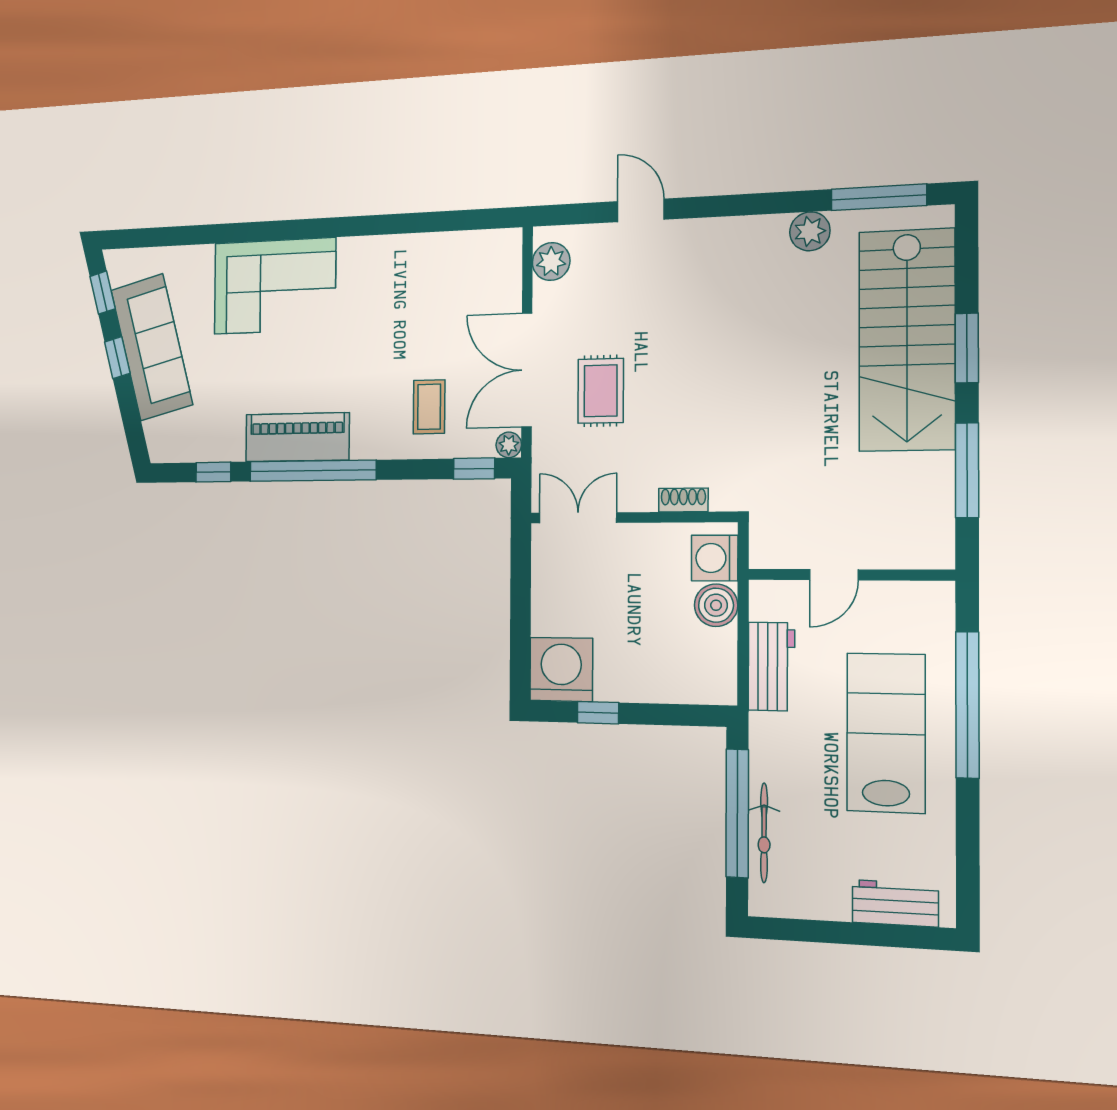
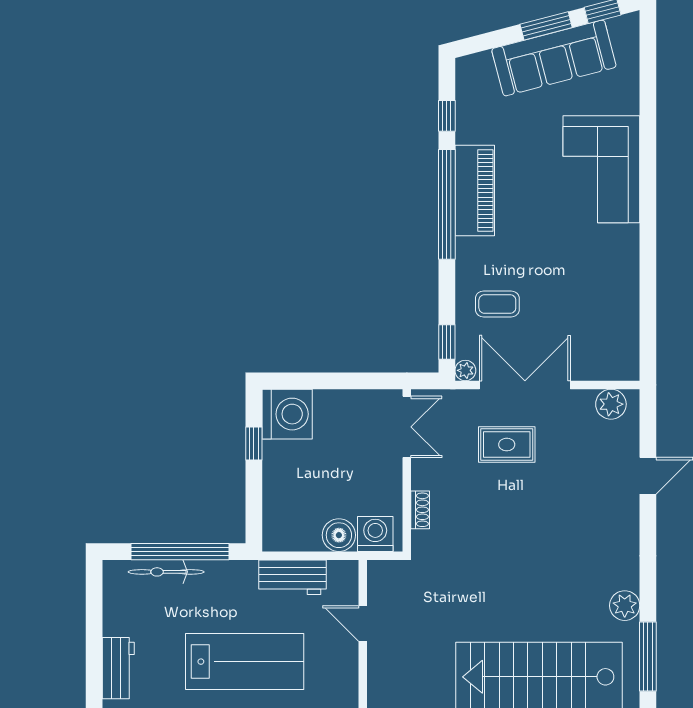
window: (117, 358) -> (546, 26), width x1.50

